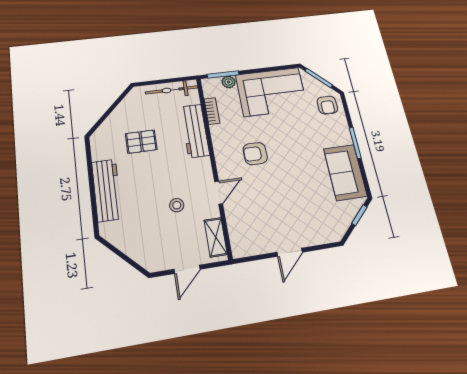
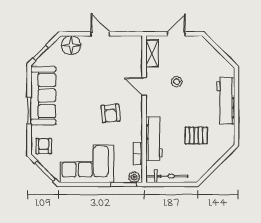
plant: (229, 82) -> (134, 177), moved
armchair: (255, 154) -> (111, 113), turned 85
sofa: (345, 172) -> (43, 96), width x1.36
door: (219, 193) -> (144, 87), hinge flipped
floor lamp: (324, 231) -> (71, 45), added
door: (290, 252) -> (100, 34), hinge flipped

